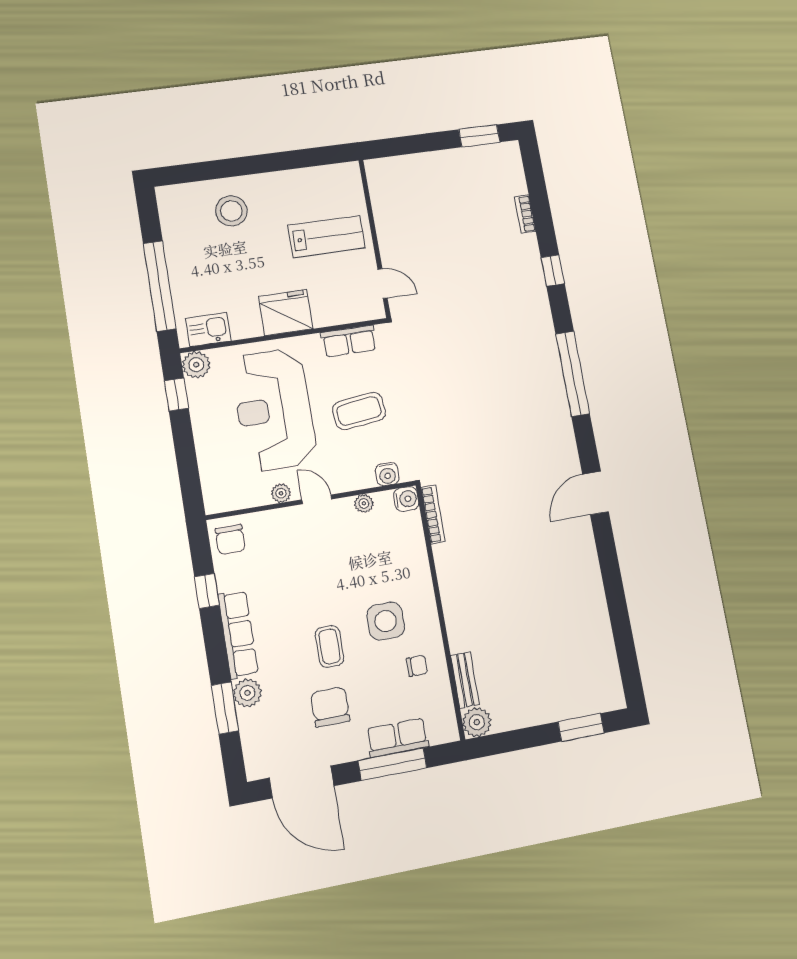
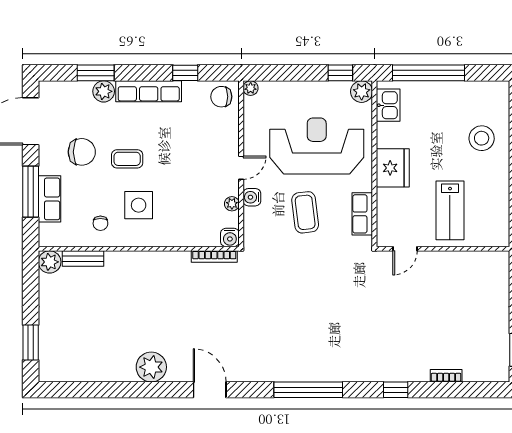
water cooler: (387, 474) -> (252, 197), moved
plant: (281, 493) -> (251, 88), moved
plant: (582, 569) -> (151, 367), added

